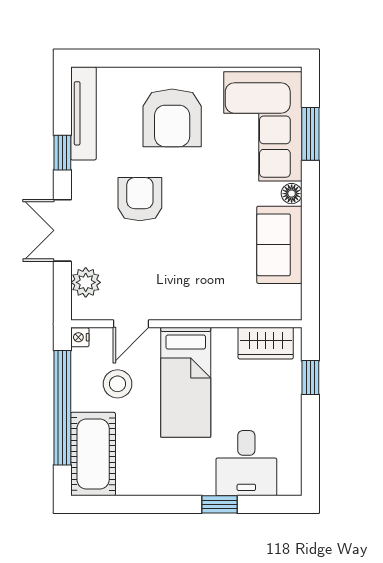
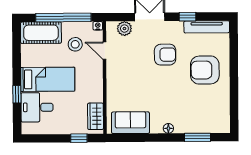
corner sofa: (263, 126) -> (201, 114), removed
sofa: (279, 245) -> (130, 123), moved
bed: (186, 382) -> (48, 79), moved, turned 180

